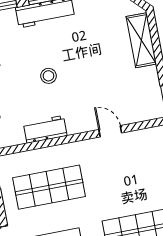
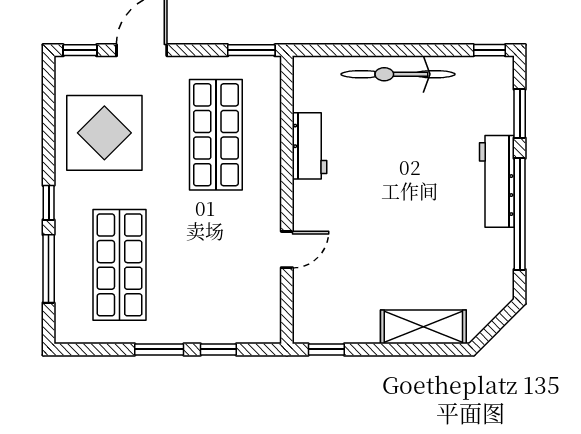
stool: (48, 76) -> (394, 168), removed

